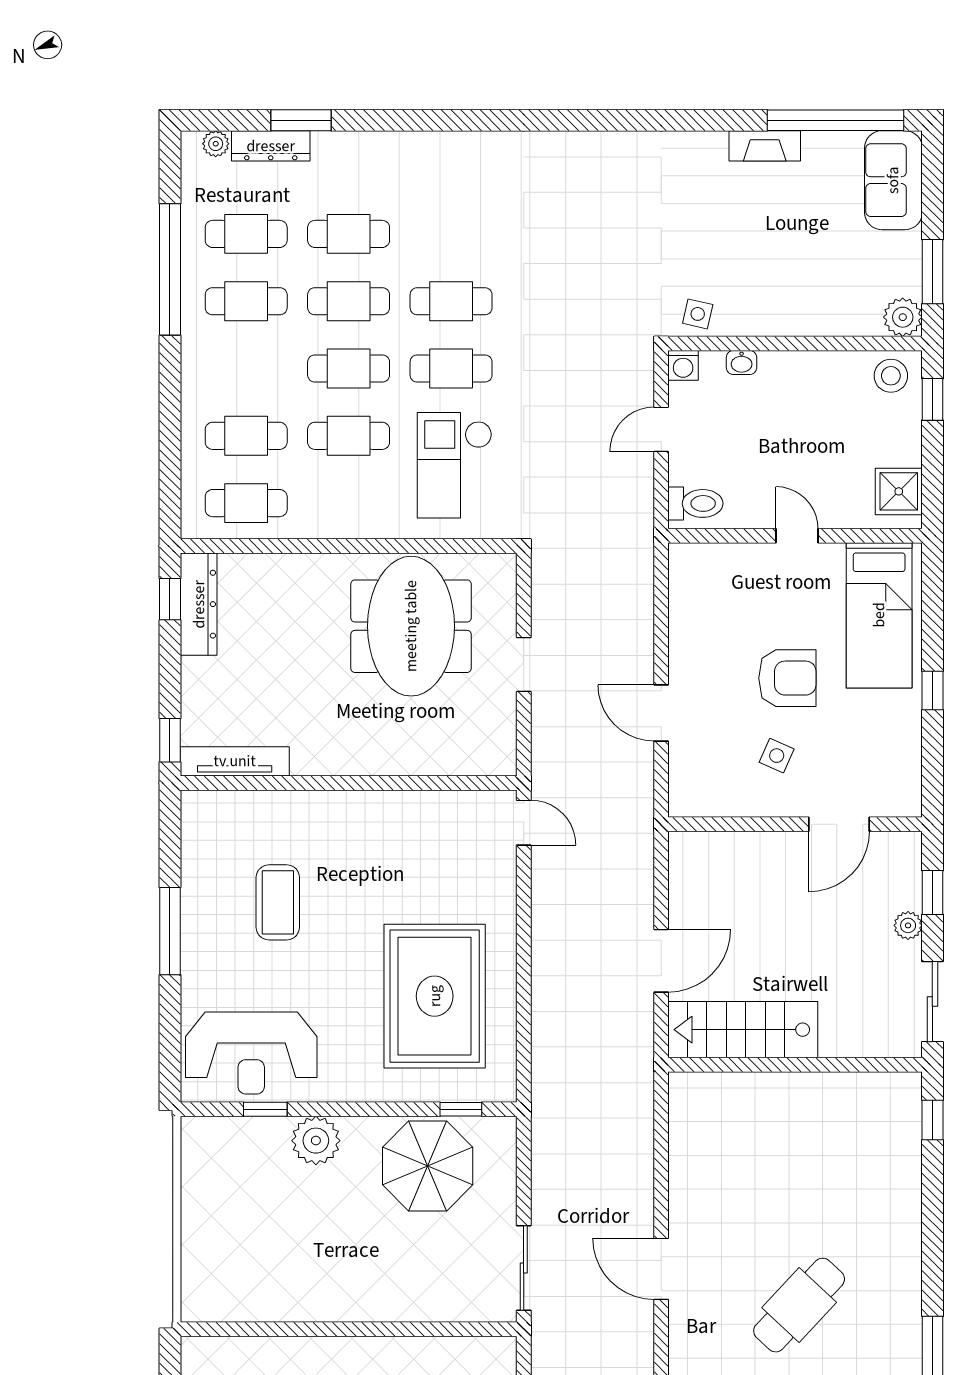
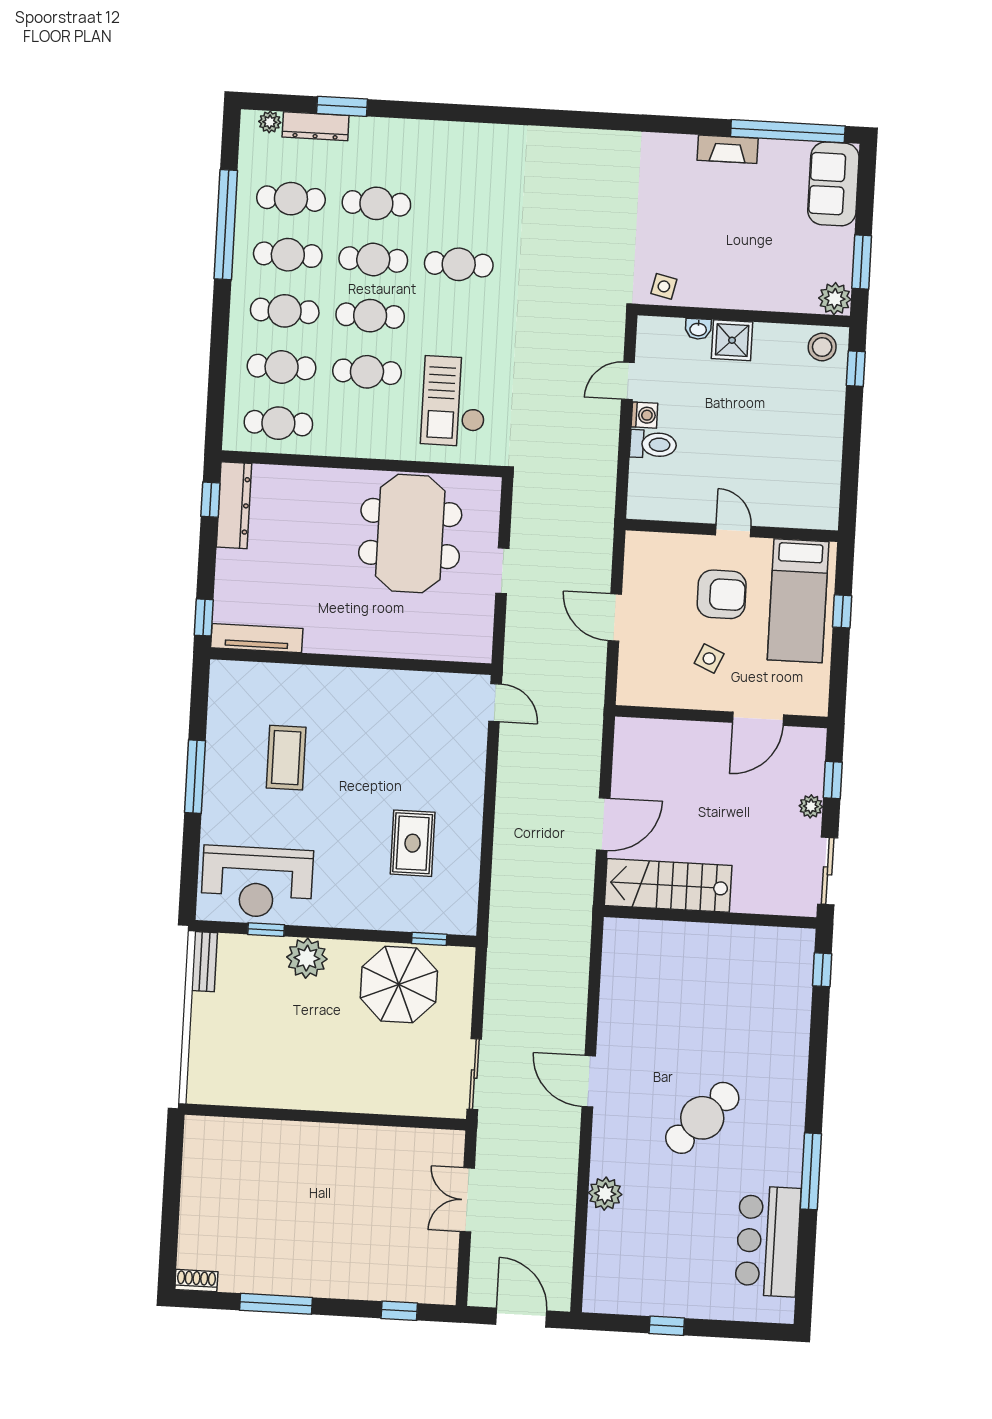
washing machine: (683, 365) -> (644, 415), moved, turned -90
cafe table: (451, 369) -> (285, 311), moved
shower: (899, 491) -> (732, 340), moved
wall: (795, 536) -> (732, 530), moved
door: (797, 536) -> (733, 531), moved
bed: (879, 615) -> (798, 601), moved
rug: (435, 996) -> (413, 843), width x0.54, depth x0.49
bench: (194, 1152) -> (205, 962), added

